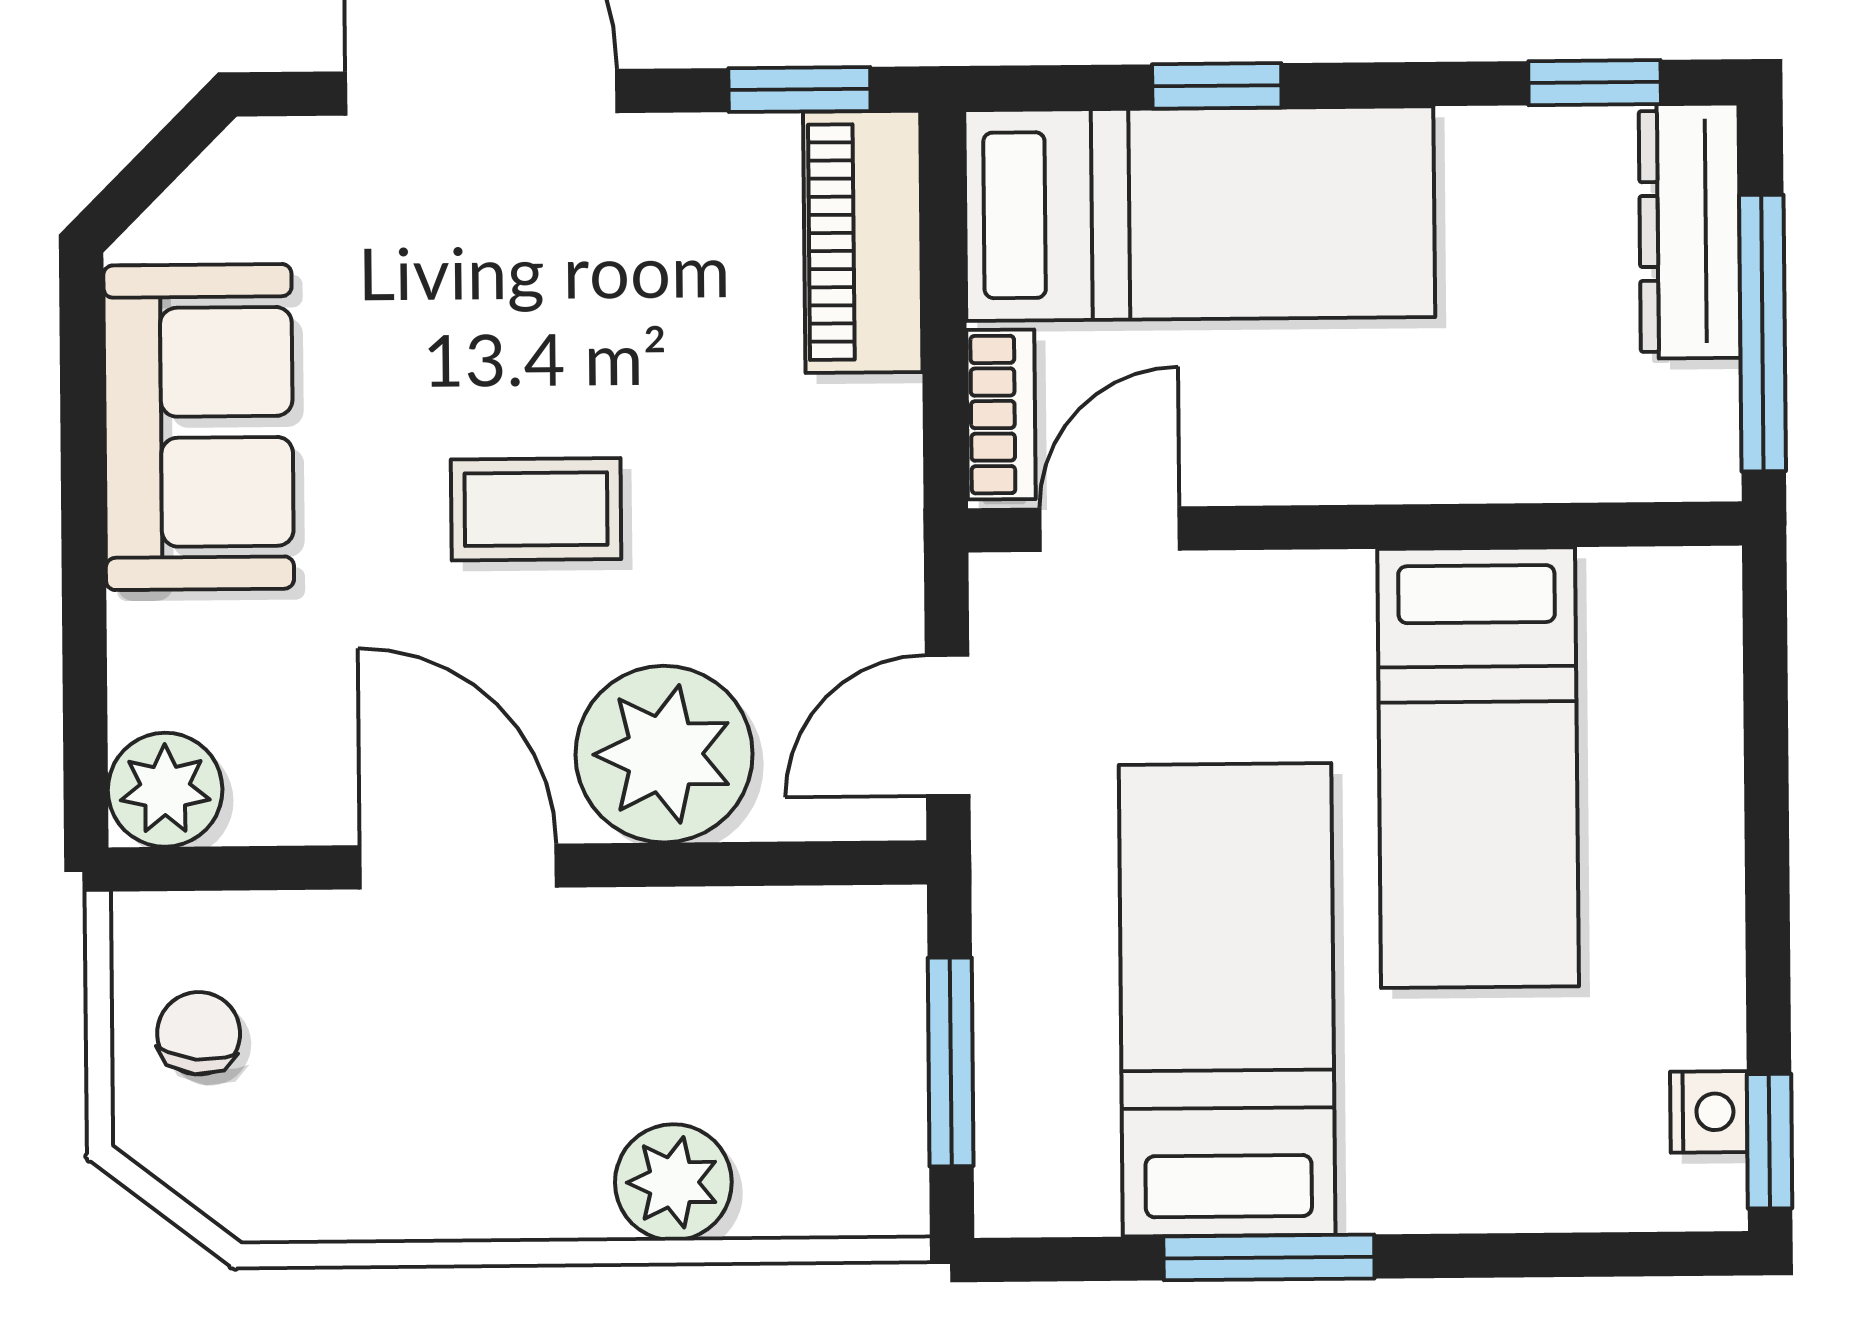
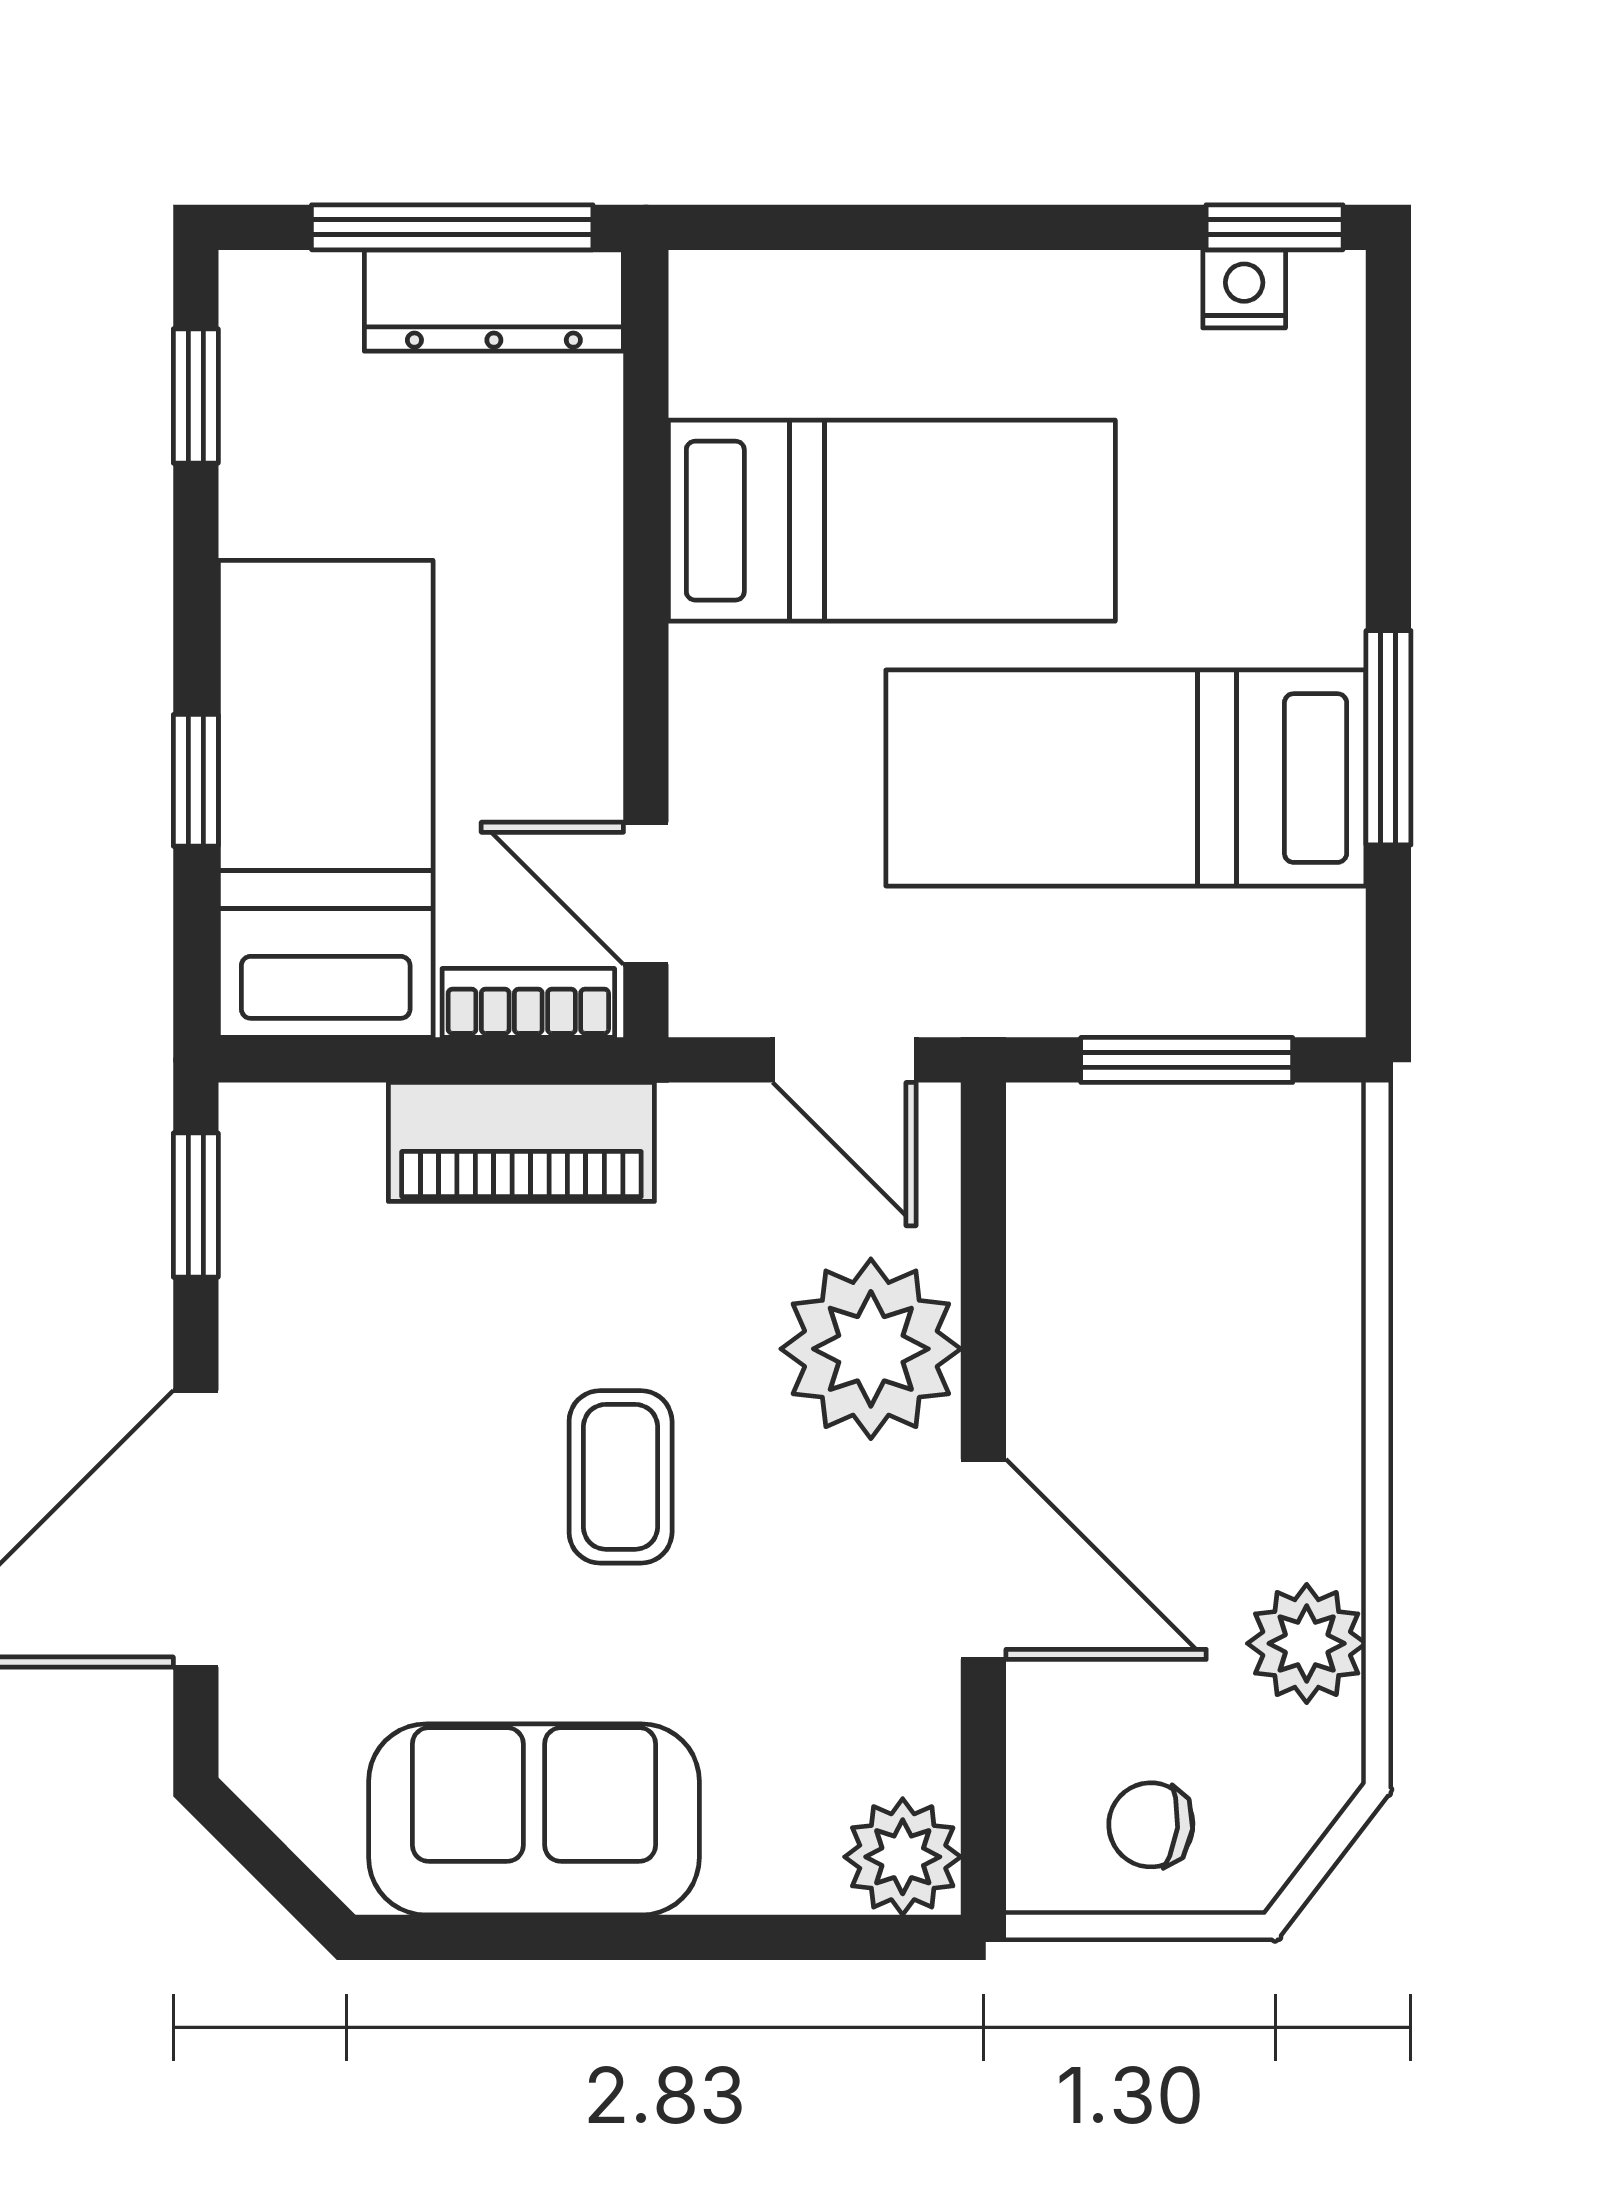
dresser: (1690, 231) -> (494, 301), moved
piano: (863, 242) -> (521, 1142), moved
door: (458, 866) -> (983, 1559), swing flipped
plant: (673, 1182) -> (1307, 1643), moved

